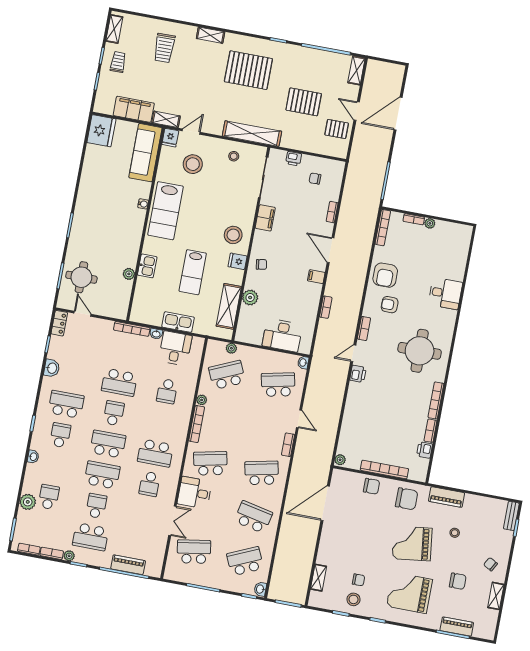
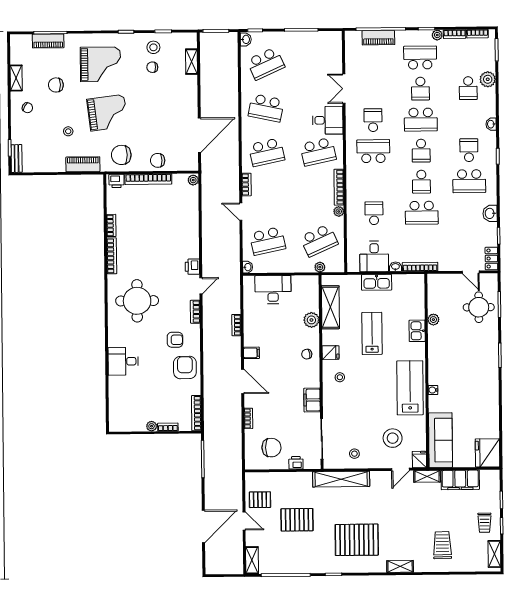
chair: (315, 179) -> (271, 448), width x1.87, depth x1.87
stool: (233, 235) -> (340, 377), width x0.53, depth x0.53
school desk: (119, 382) -> (422, 213), turned 180
school desk: (60, 435) -> (469, 150), turned 180
school desk: (108, 444) -> (421, 151), width x0.54
printer: (424, 450) -> (116, 181), moved, turned 90
school desk: (194, 552) -> (317, 63), removed

